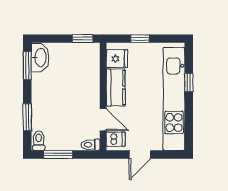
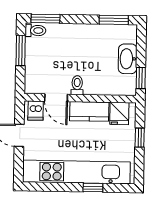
washbasin: (40, 57) -> (128, 59), moved, turned 90
window: (27, 117) -> (45, 19), moved
door: (103, 120) -> (56, 98), hinge flipped
toilet: (91, 145) -> (77, 85), moved

